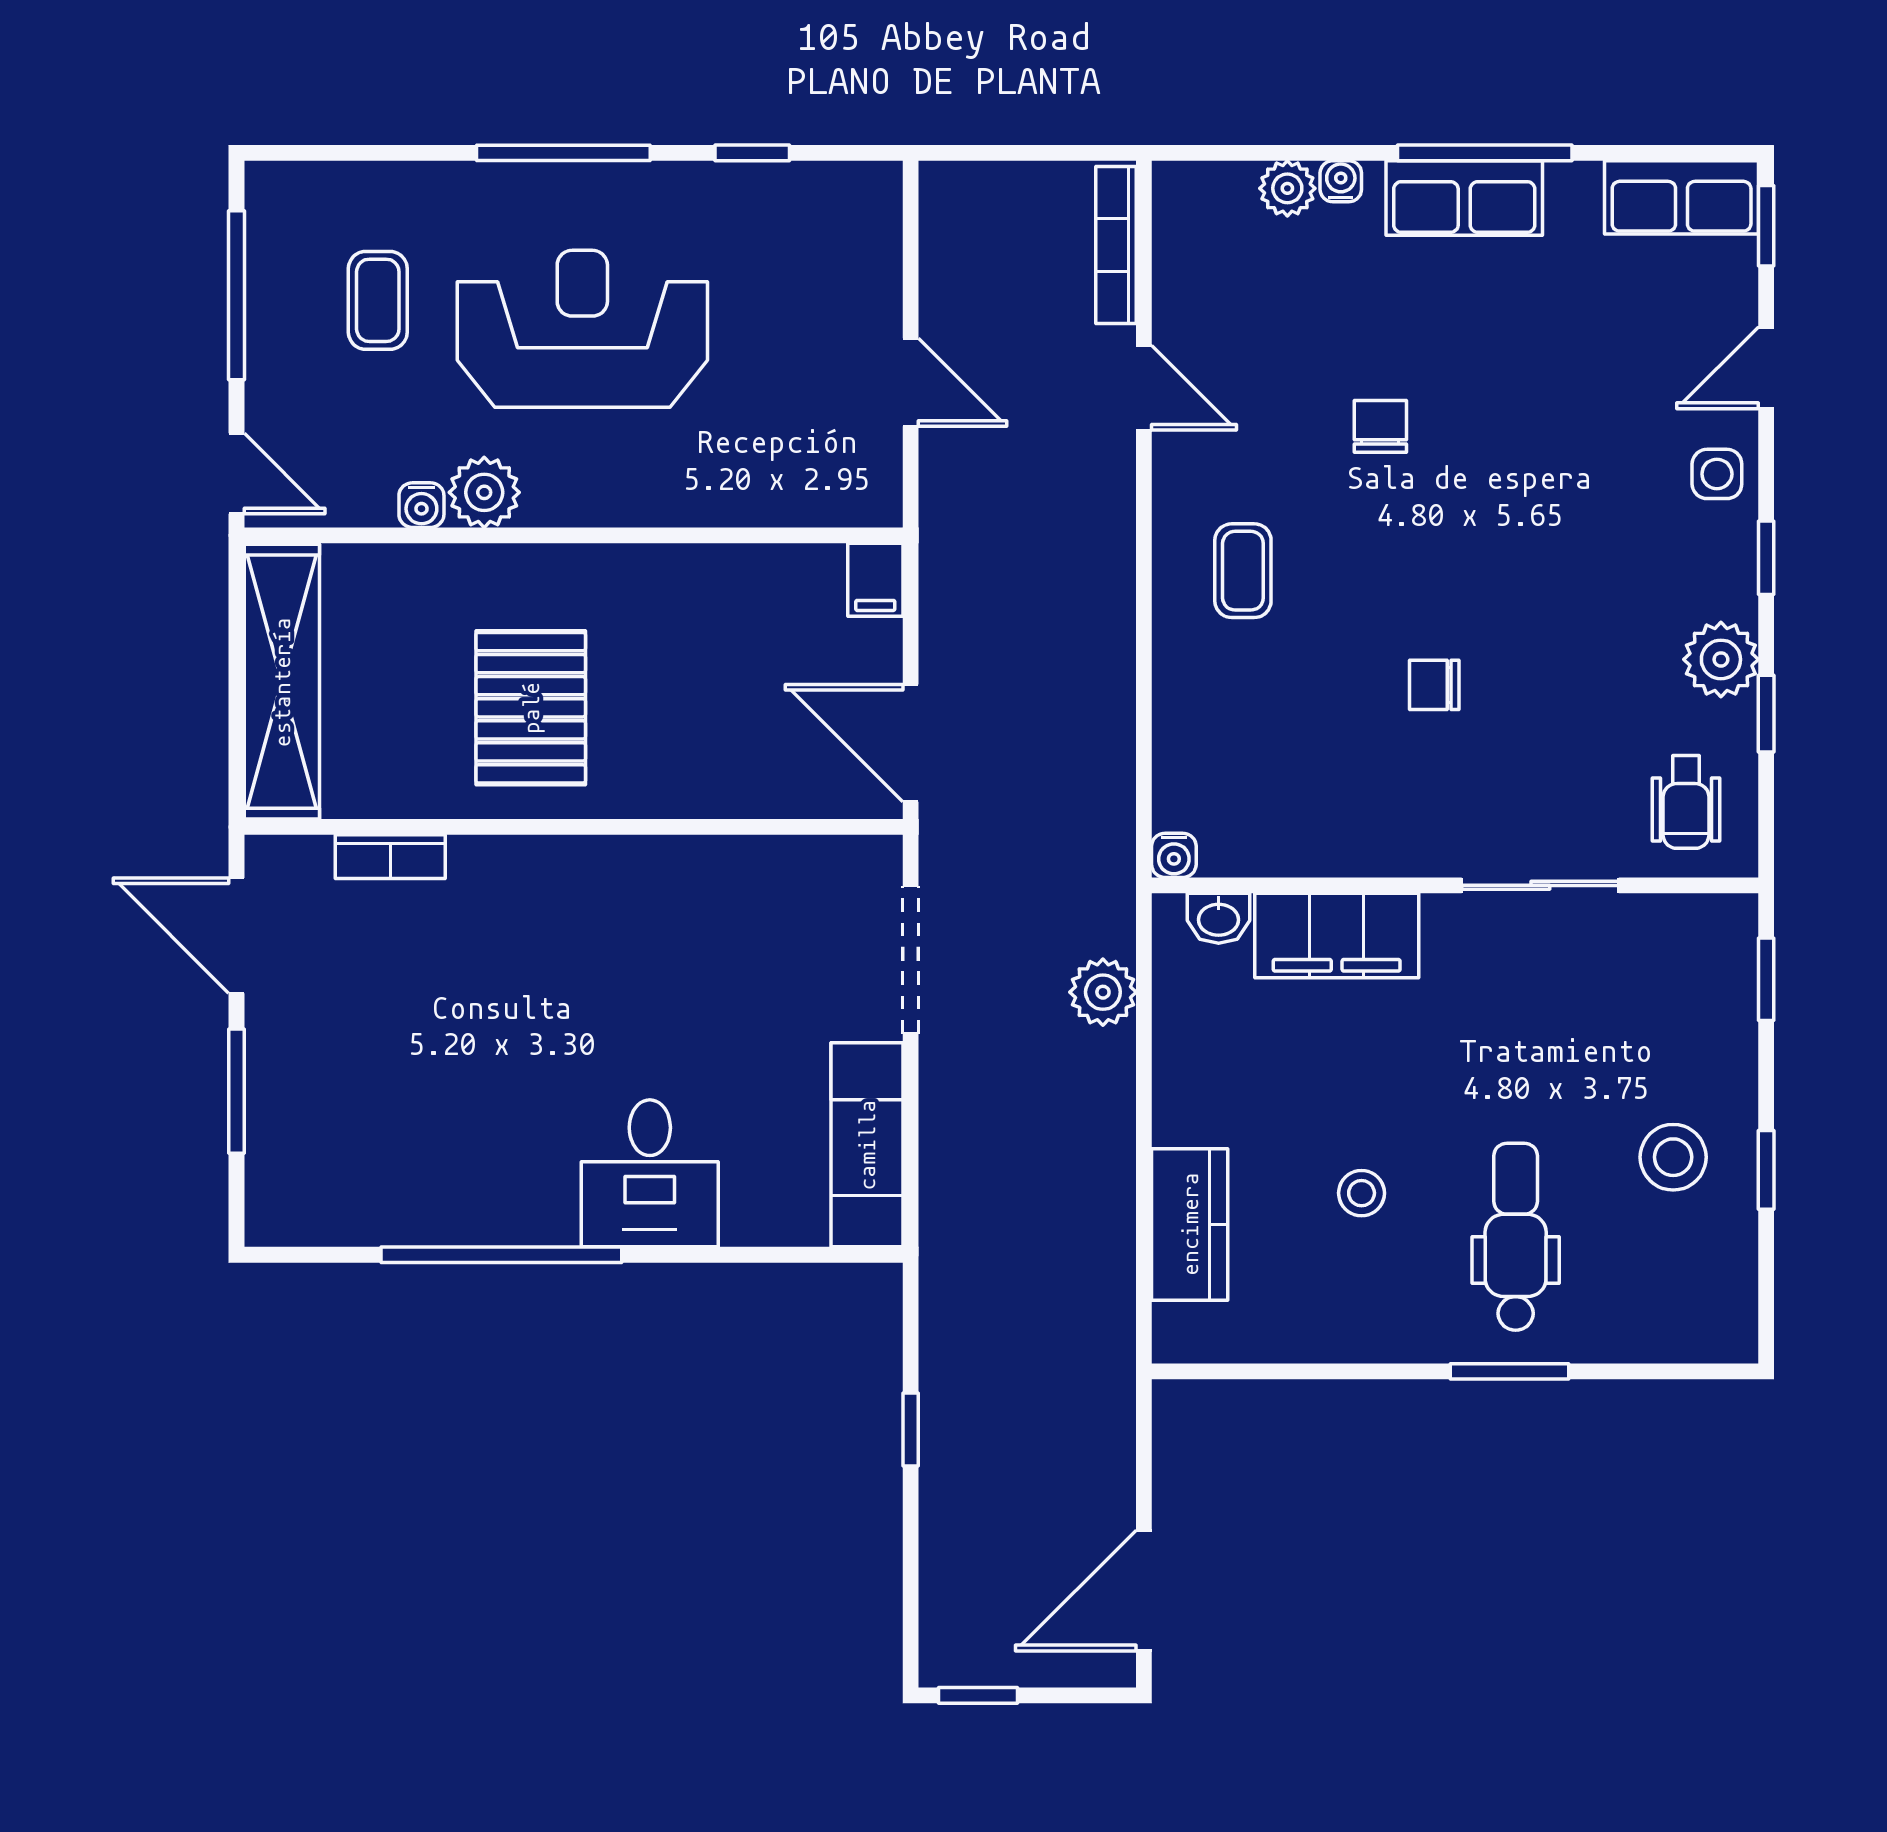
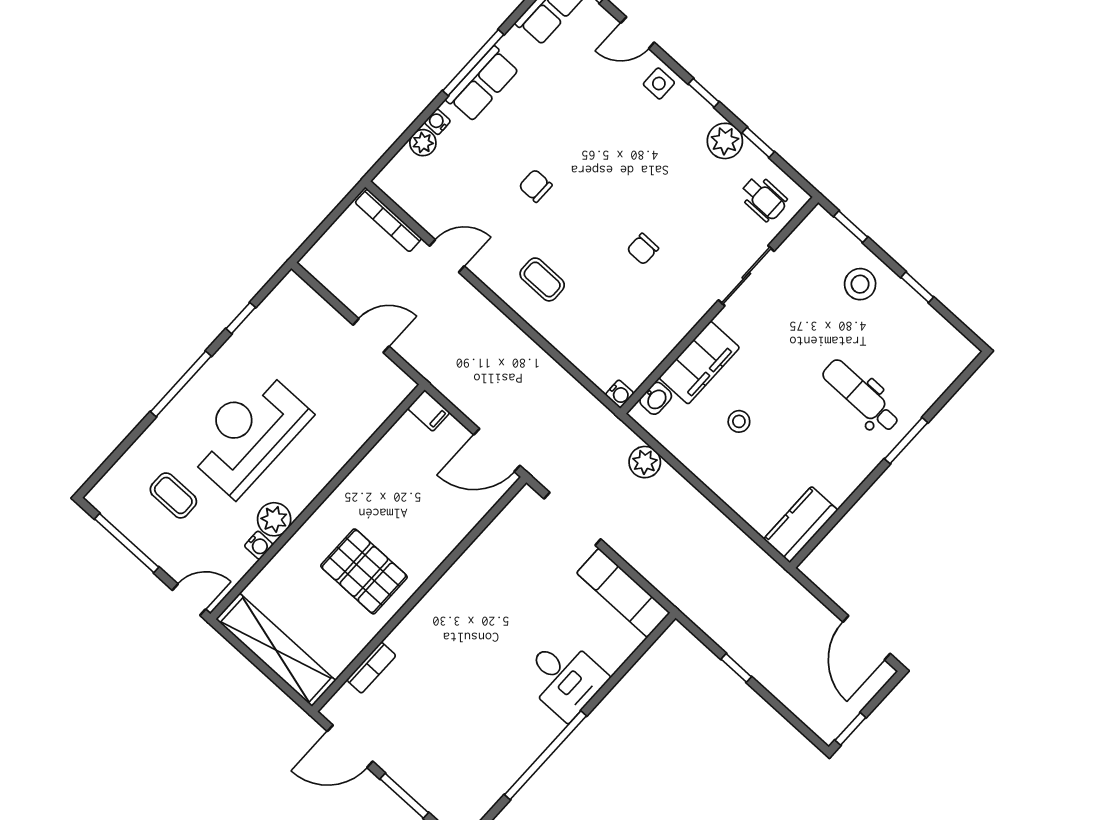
door: (1766, 368) -> (638, 33), hinge flipped
stool: (1673, 1157) -> (860, 284), moved
stool: (1362, 1193) -> (739, 421), moved
kitchen counter: (1190, 1224) -> (801, 524), moved, turned -90

